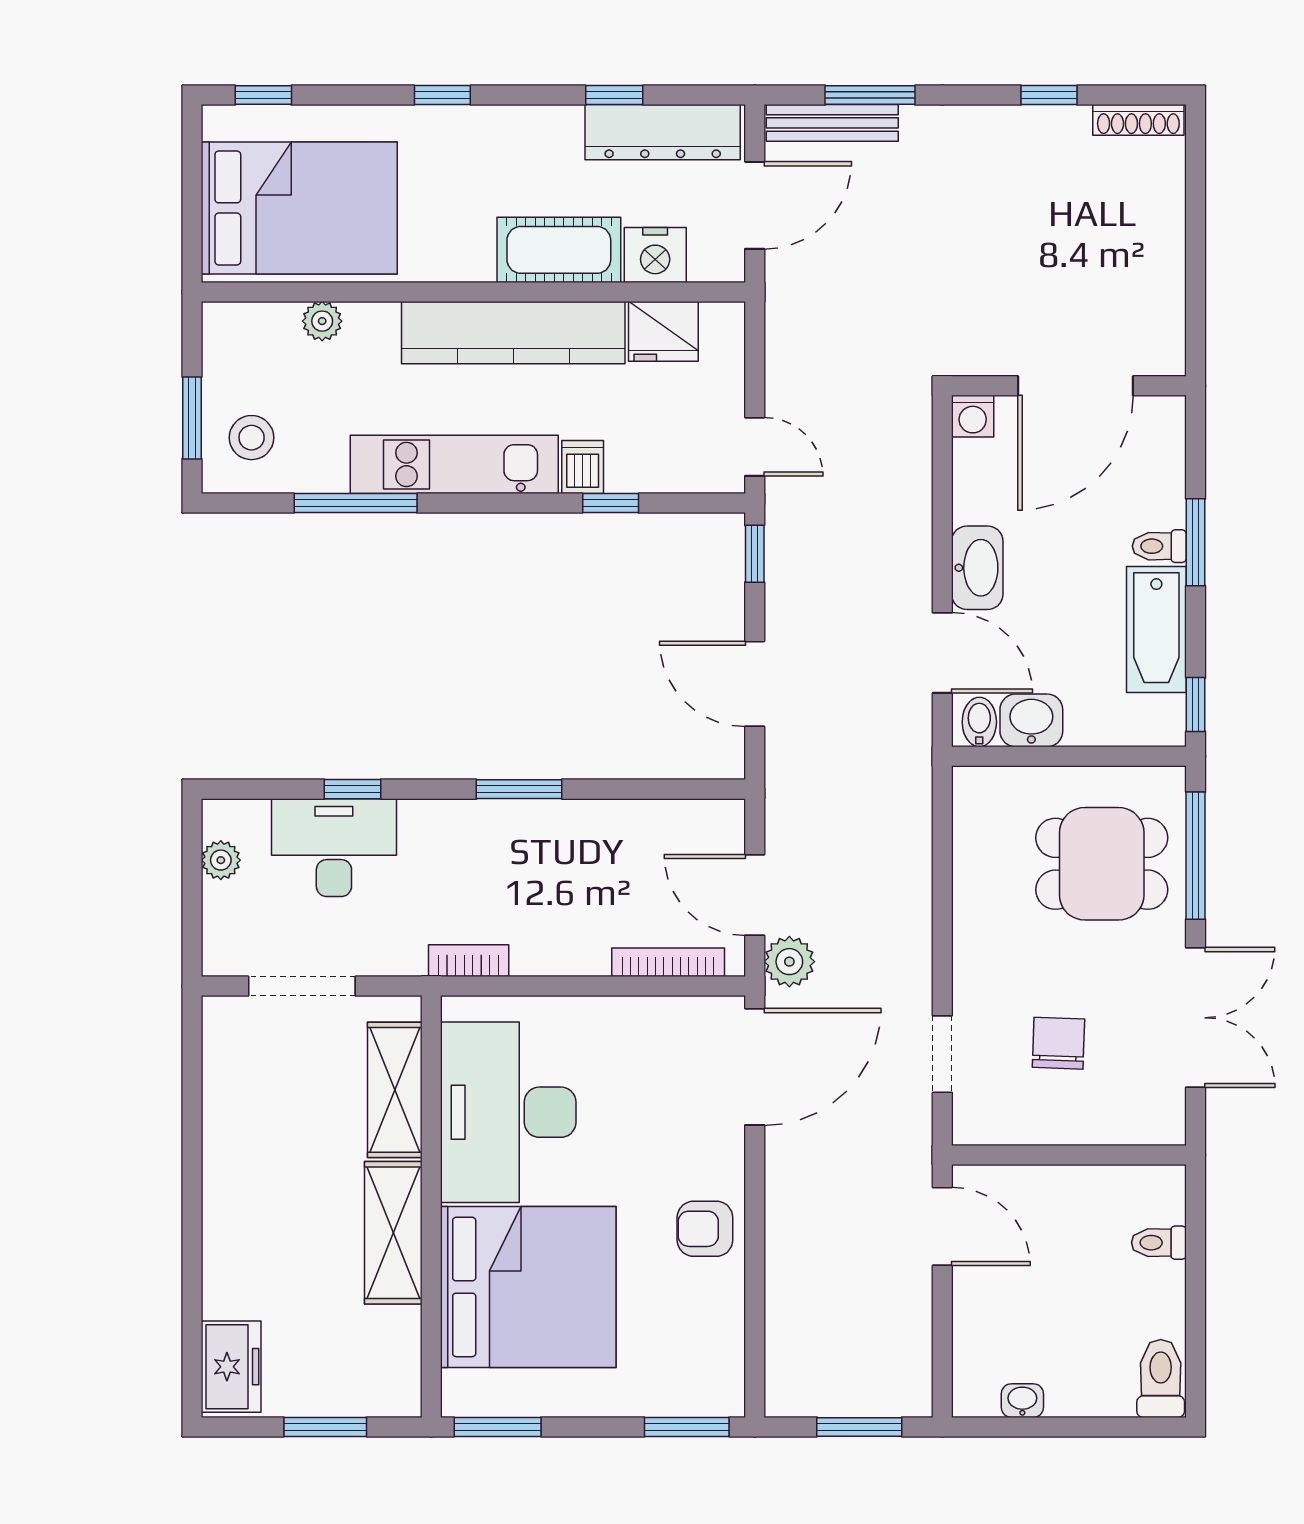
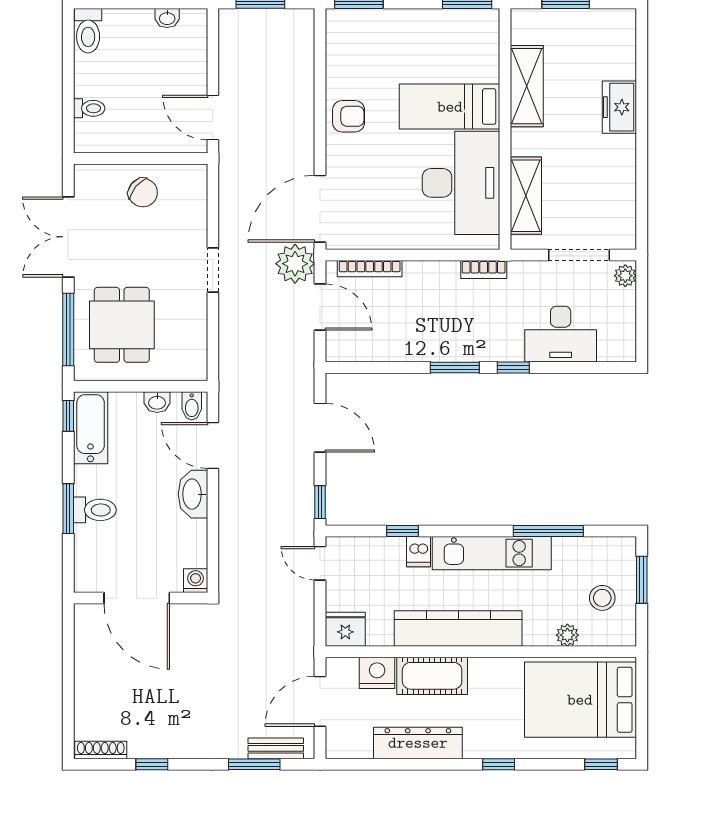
window: (614, 95) -> (400, 764), removed
bench: (832, 123) -> (276, 748), width x0.73
dresser: (663, 132) -> (418, 743), moved
fridge: (663, 331) -> (345, 629), moved
door: (1075, 386) -> (137, 598), swing flipped
stool: (252, 438) -> (602, 598), moved
toilet: (1159, 546) -> (95, 510), width x1.37, depth x1.39
bathtub: (1156, 630) -> (91, 428), moved
washbasin: (1031, 720) -> (157, 402), width x0.72, depth x0.69
window: (352, 789) -> (513, 368), moved
plant: (221, 860) -> (625, 276), moved
dining table: (1102, 864) -> (122, 325), turned 90
plant: (789, 962) -> (295, 264), width x1.36, depth x1.36
chair: (1058, 1043) -> (143, 193), moved, turned -52
doorway: (942, 1054) -> (213, 270), moved
shelving: (393, 1233) -> (527, 86), moved
bed: (528, 1287) -> (450, 107), width x0.49
freezer: (231, 1367) -> (619, 107), moved

